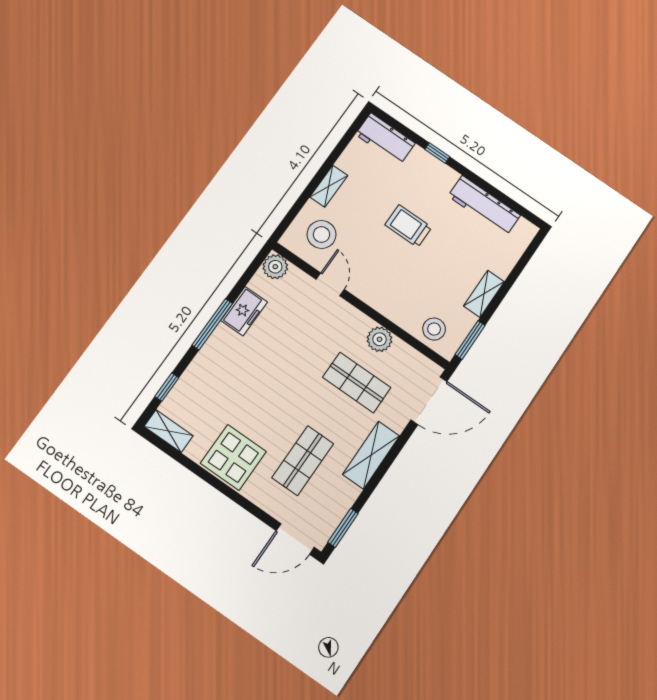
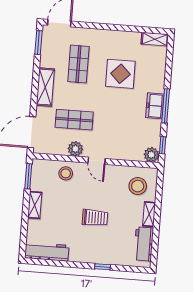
workbench: (385, 139) -> (144, 244), moved, turned -90
workbench: (484, 206) -> (47, 252), moved
door: (330, 284) -> (97, 161), moved
freezer: (244, 311) -> (155, 106), moved
stool: (434, 329) -> (66, 173), moved
window: (167, 387) -> (163, 145), moved
display table: (233, 457) -> (120, 74), moved

